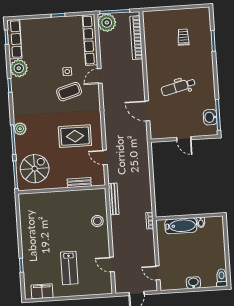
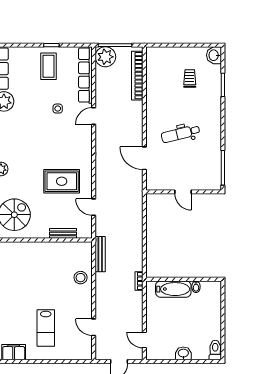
coffee table: (69, 92) -> (49, 66), moved, turned -74
washbasin: (210, 117) -> (214, 55), moved

